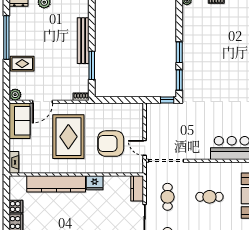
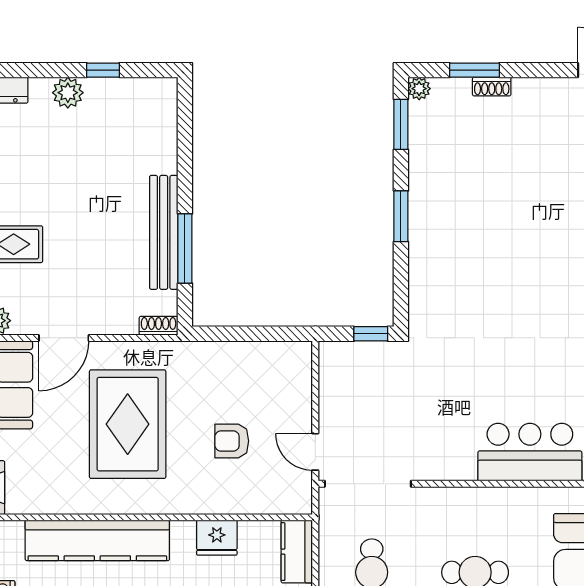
bench: (83, 41) -> (164, 232), moved
window: (179, 80) -> (401, 124), moved
armchair: (111, 144) -> (232, 441), width x0.53, depth x0.53
fridge: (95, 183) -> (217, 538), moved

